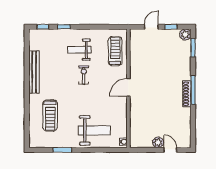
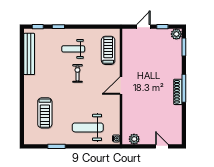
bench: (34, 72) -> (29, 54), moved
weight bench: (94, 130) -> (88, 127), turned 180
plant: (158, 142) -> (134, 139), moved

